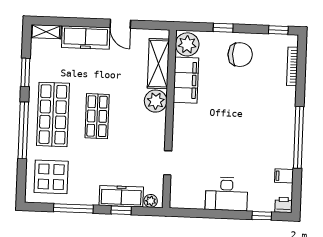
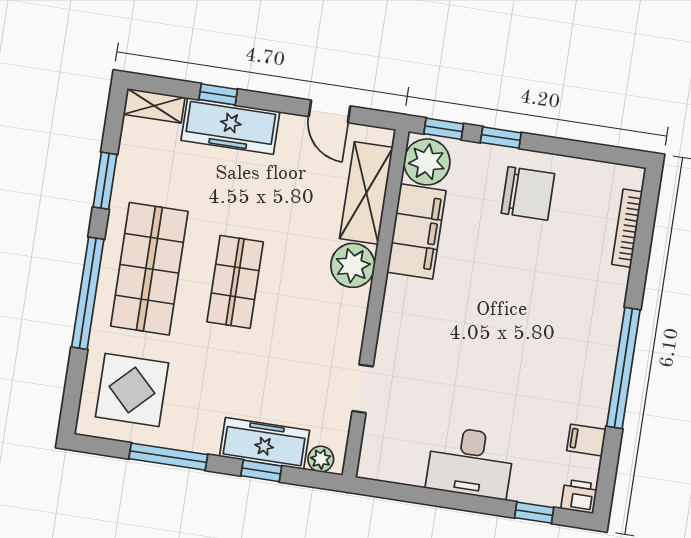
window: (78, 22) -> (218, 94), added
door: (120, 24) -> (329, 111), moved
window: (278, 30) -> (444, 129), moved

